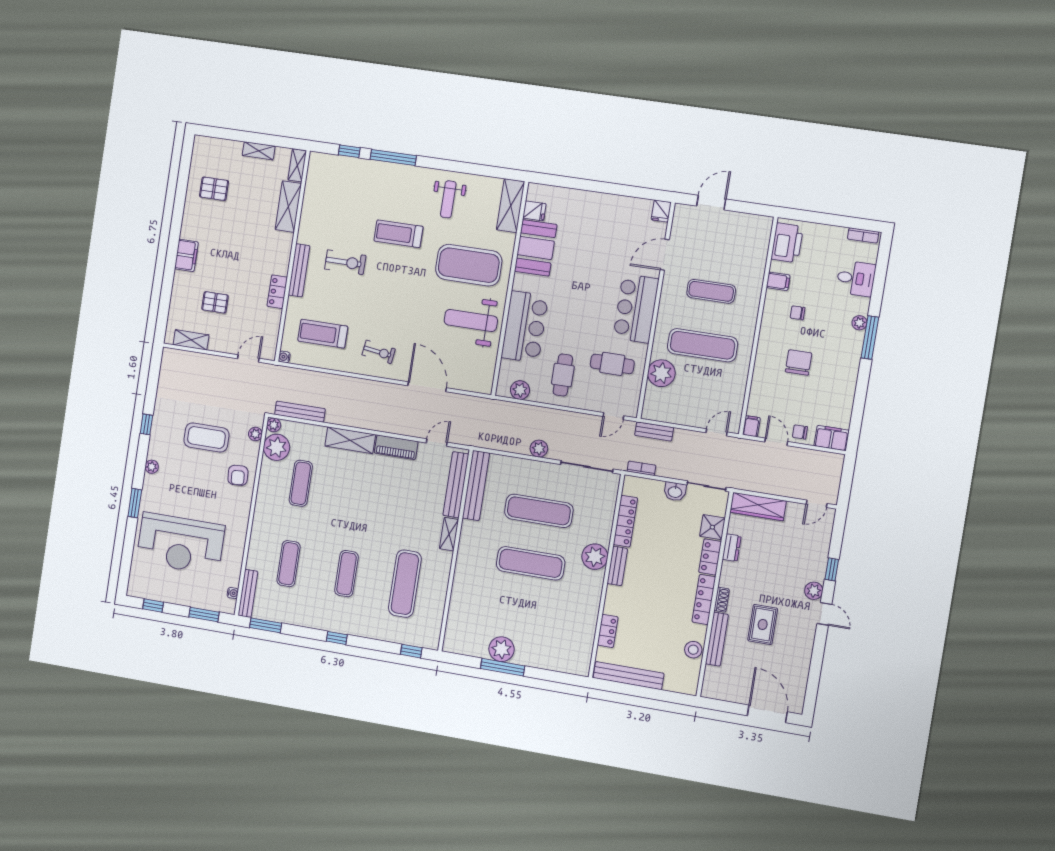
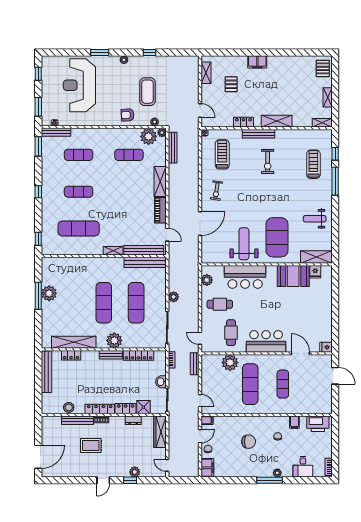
pallet: (214, 189) -> (323, 68), moved
shelving: (288, 207) -> (277, 121), moved
treadmill: (398, 234) -> (313, 164), moved
plant: (814, 591) -> (135, 472), moved
shelving: (587, 623) -> (74, 342), added

